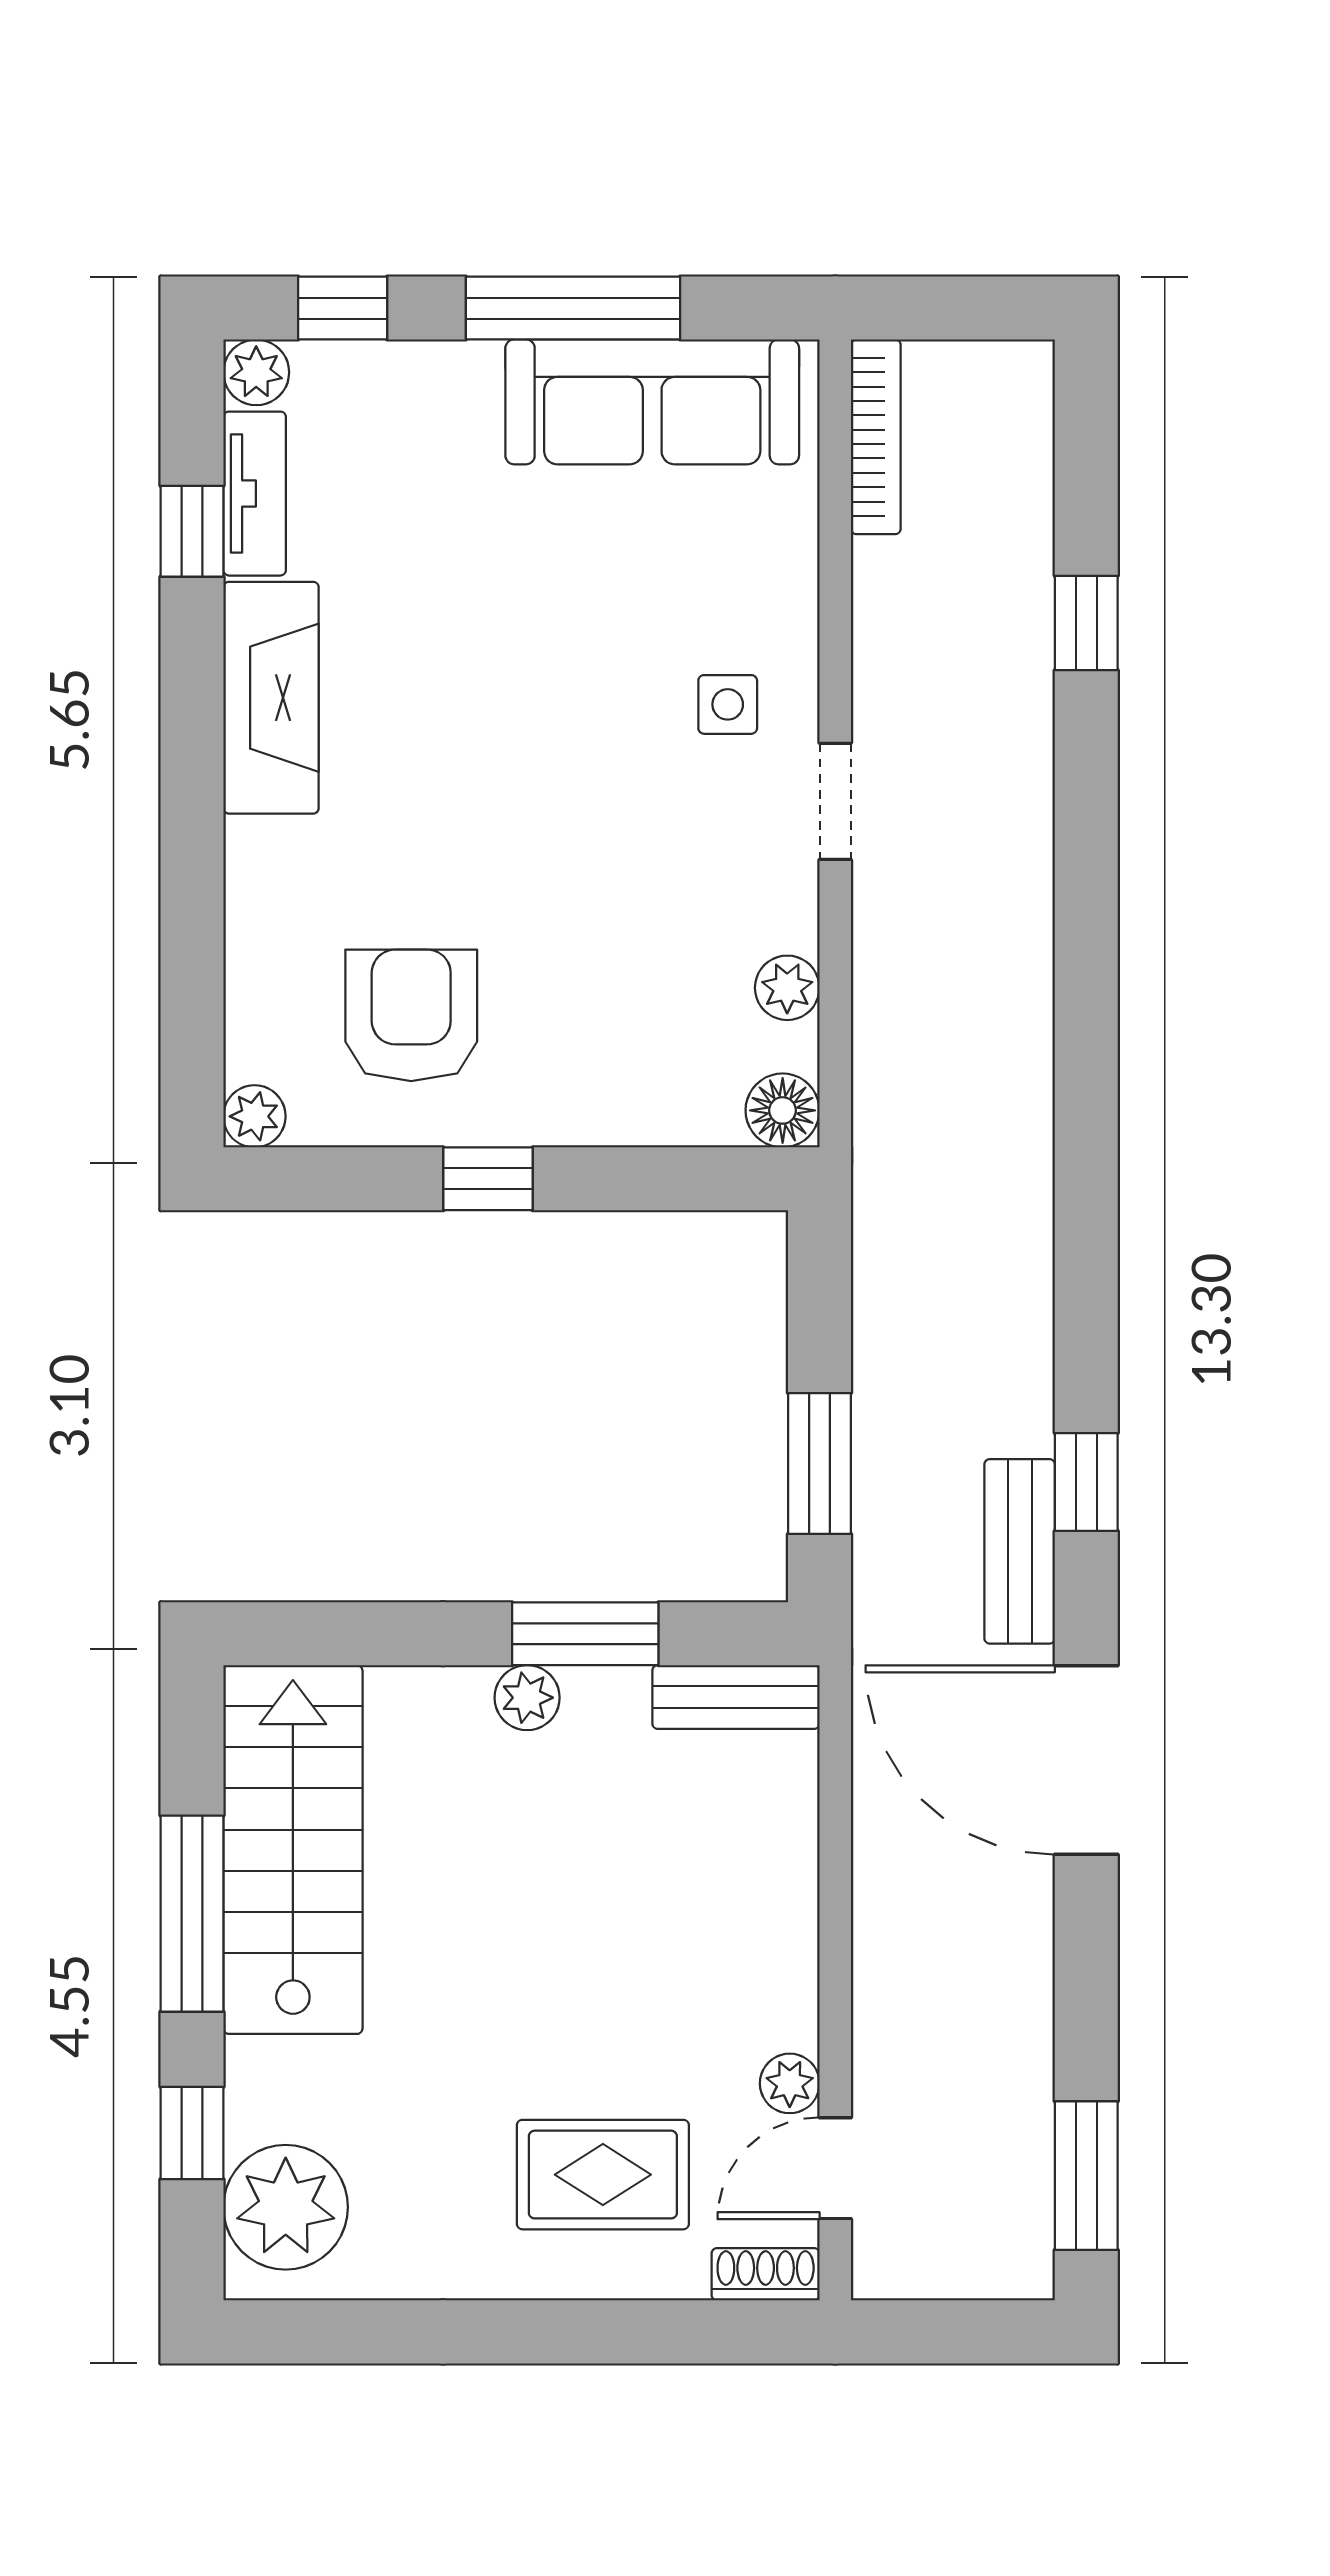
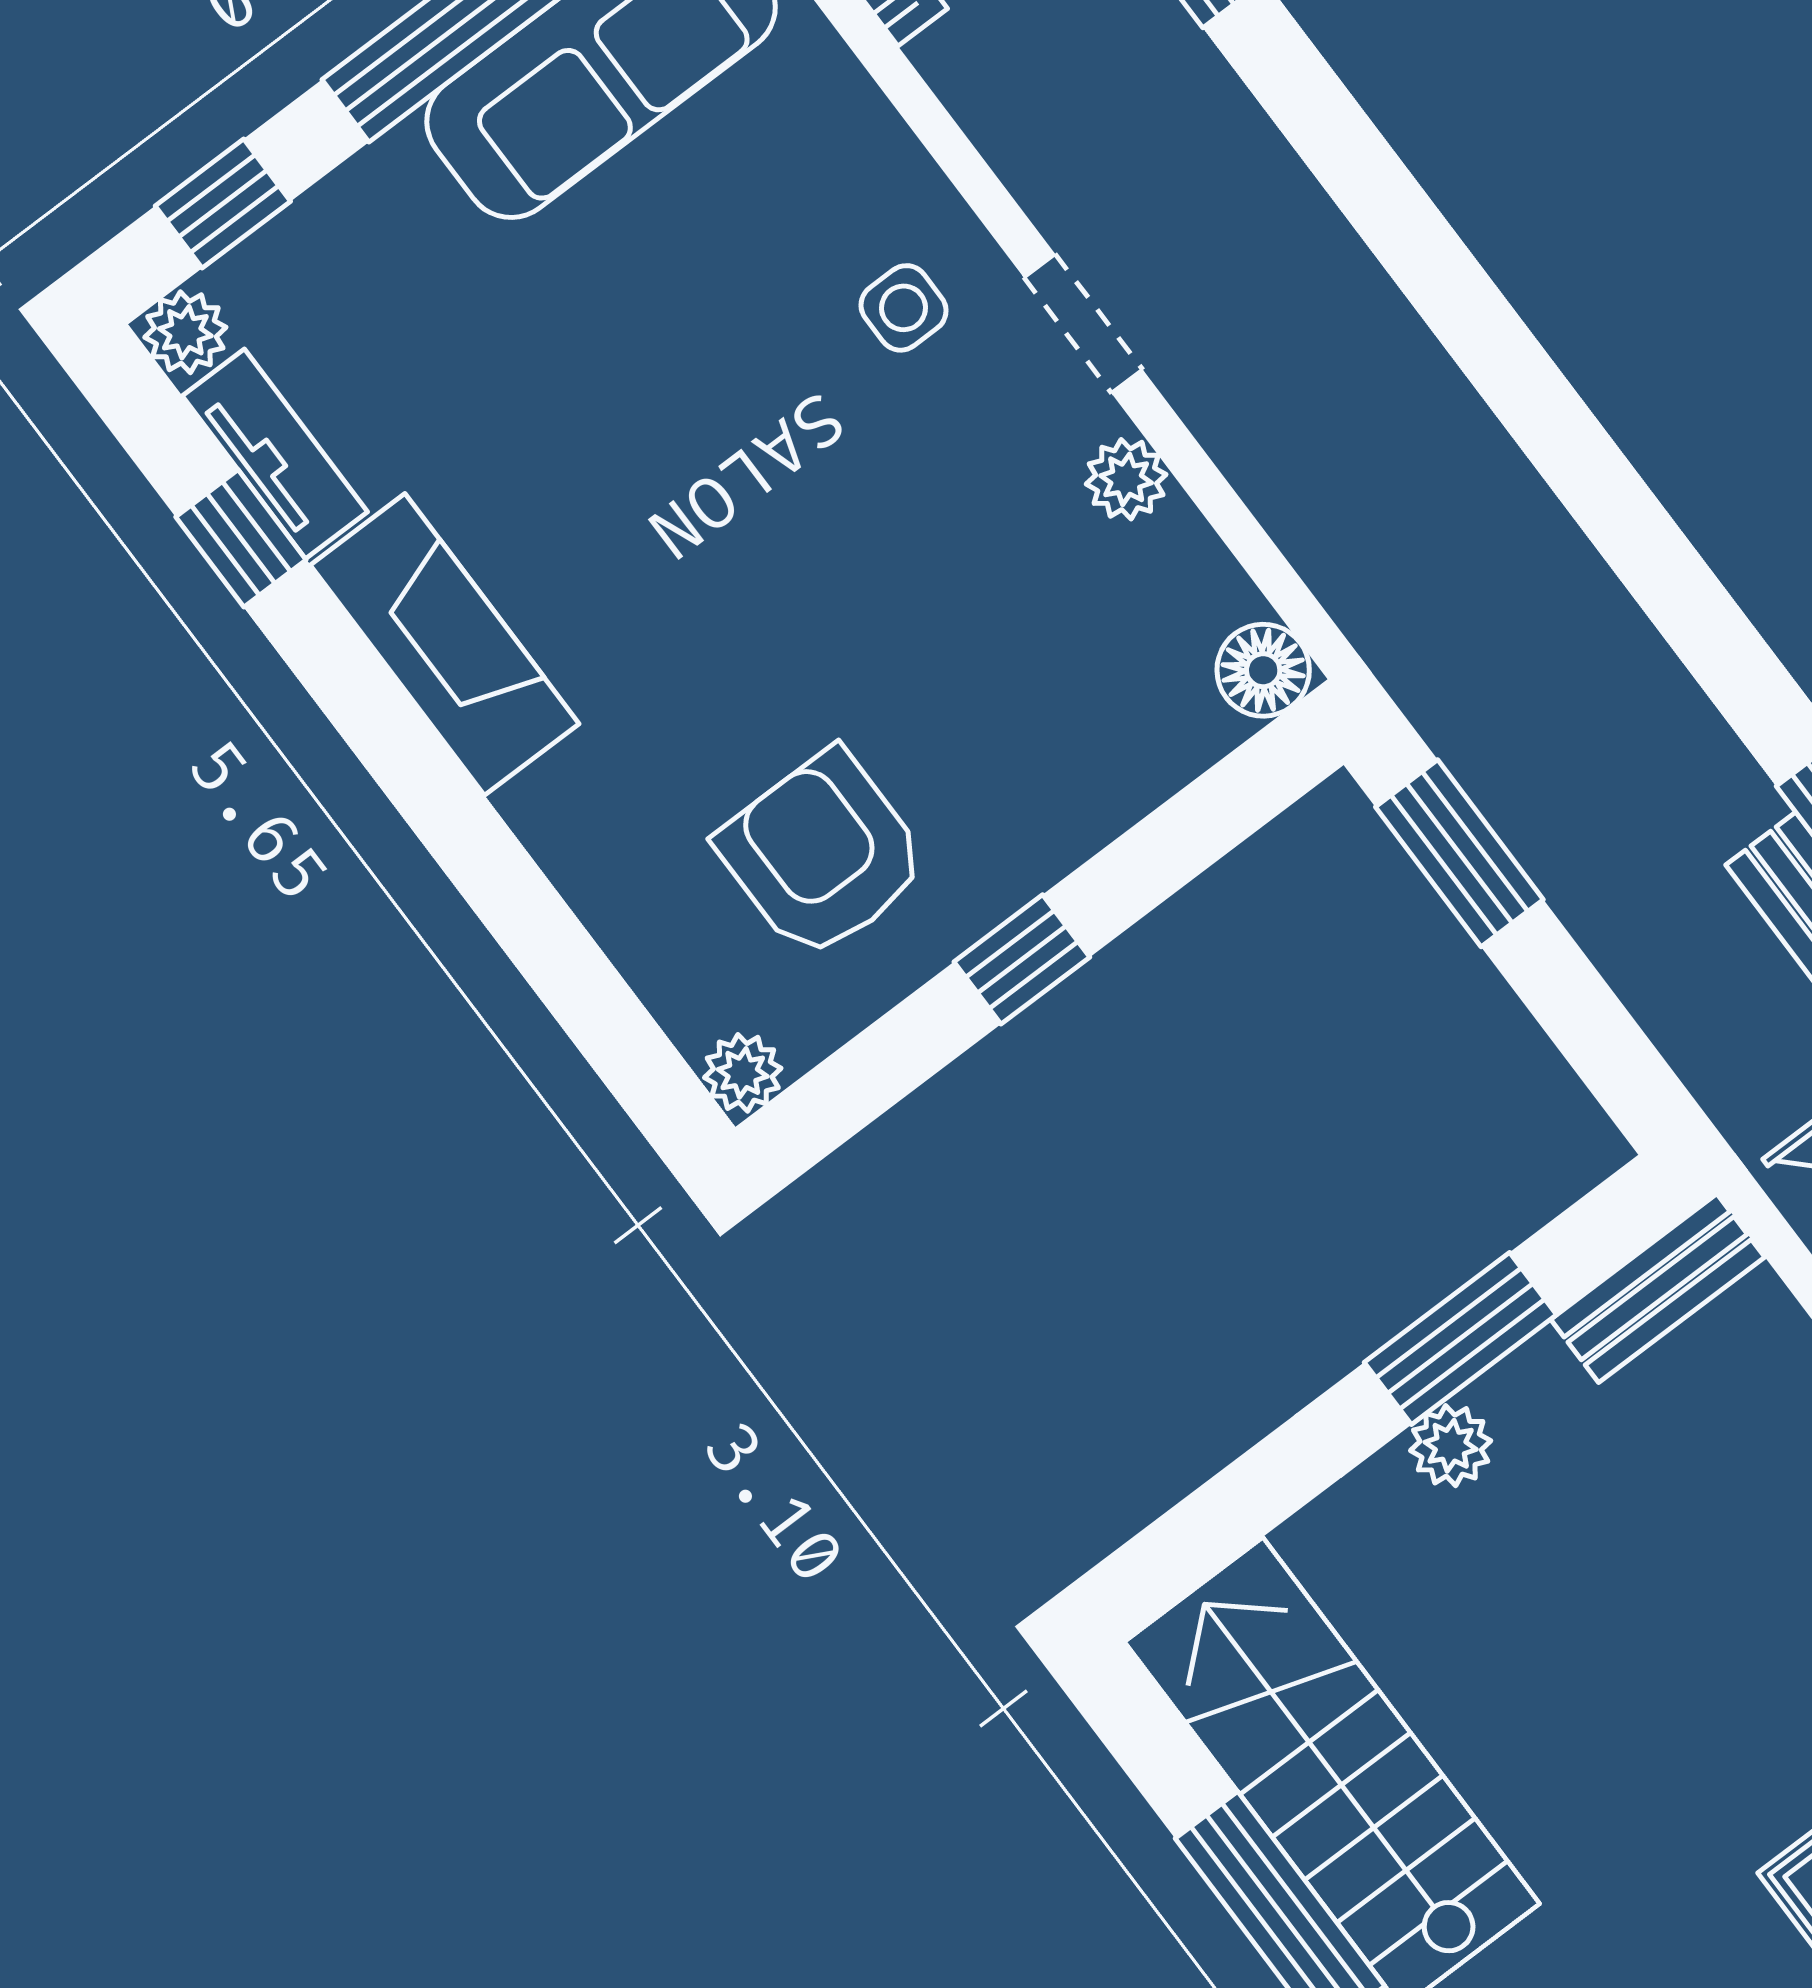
plant: (787, 988) -> (1126, 479), moved
window: (820, 1463) -> (1459, 853), moved

